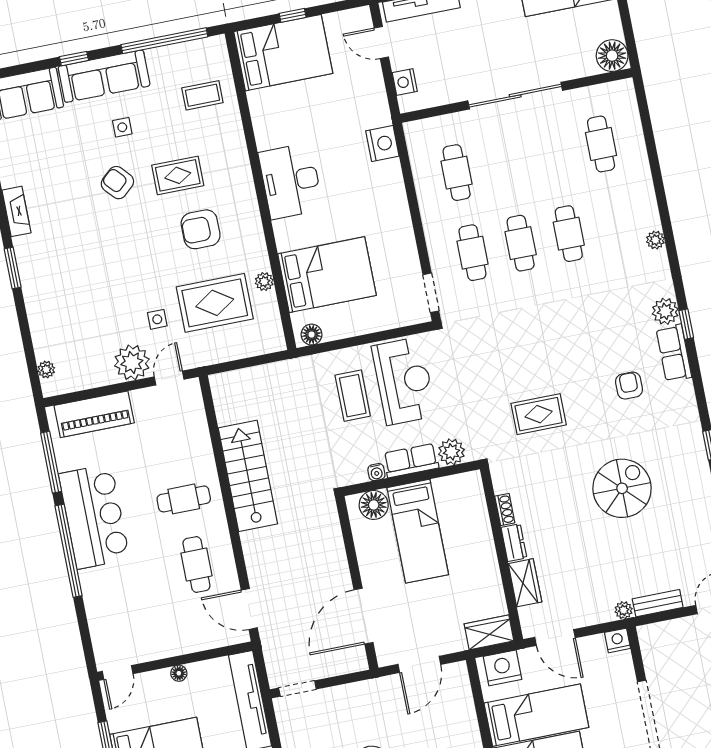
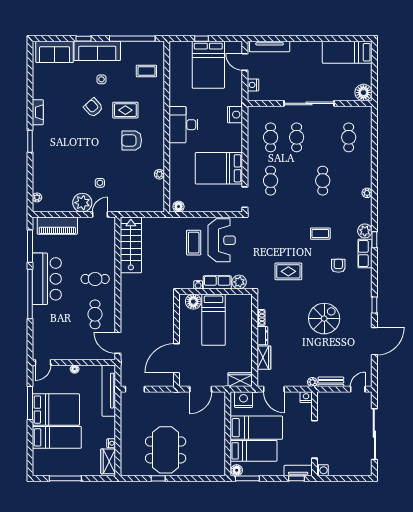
bed: (283, 53) -> (208, 65), moved, turned 90
cafe table: (521, 243) -> (297, 137), moved
bed: (327, 275) -> (219, 168), moved, turned 180
rug: (215, 303) -> (131, 180), removed
coffee table: (584, 332) -> (320, 234), added
stairs: (248, 476) -> (131, 245), moved

